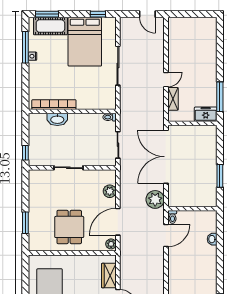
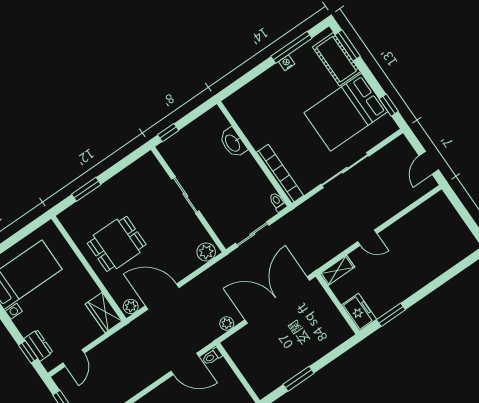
window: (220, 97) -> (391, 315), width x0.69
shelving: (173, 99) -> (337, 270), moved
bookcase: (54, 105) -> (280, 174), moved
plant: (110, 191) -> (206, 252), moved
plant: (155, 199) -> (227, 324), width x0.53, depth x0.53
wardrobe: (109, 276) -> (104, 313), moved, turned -90

